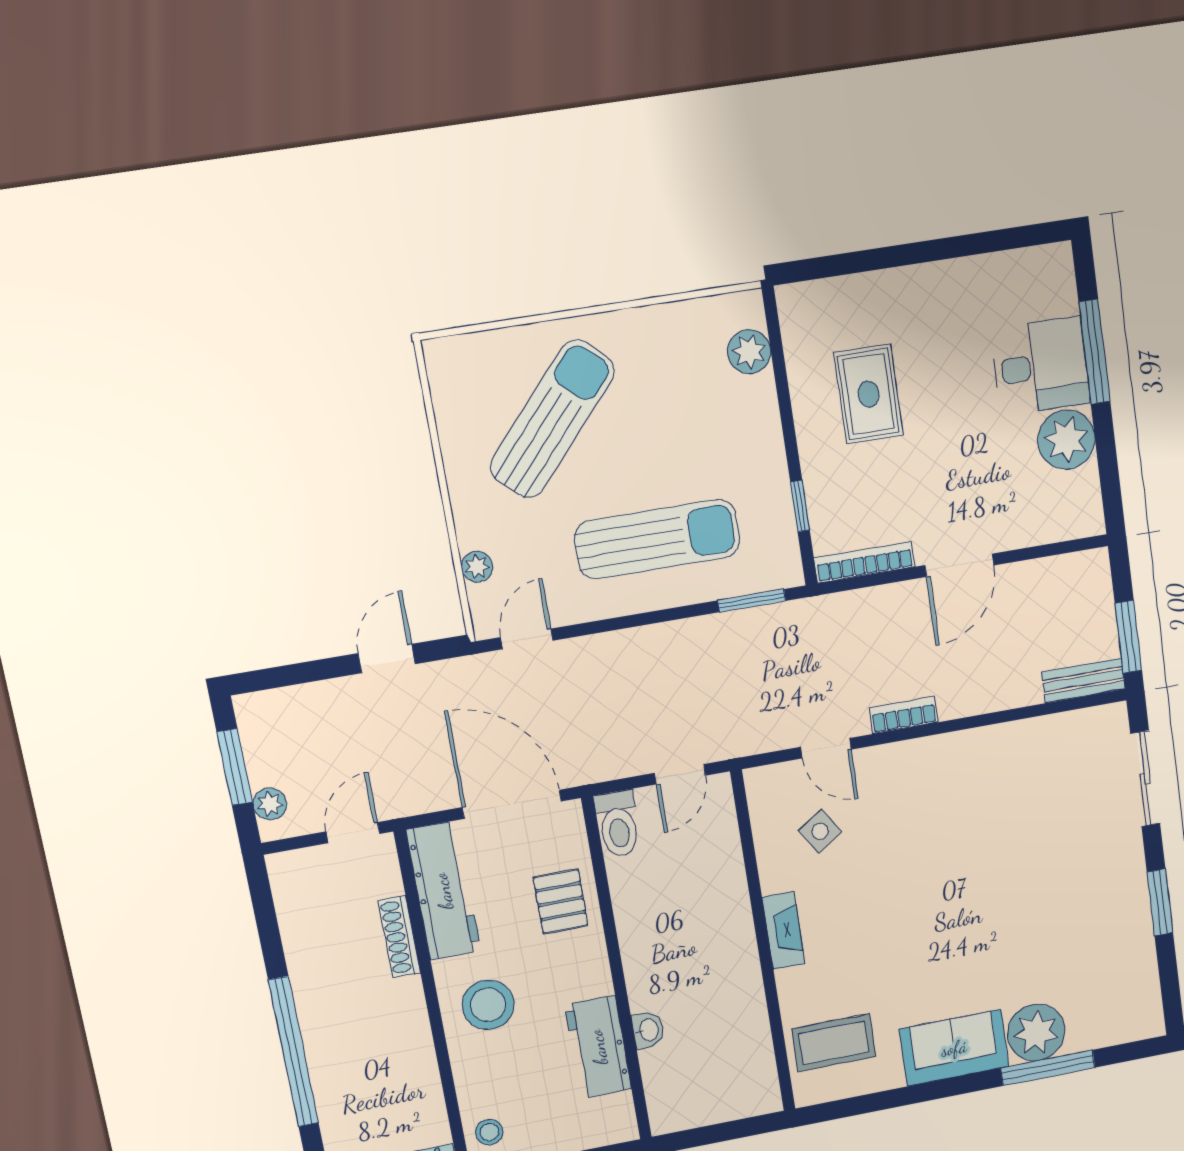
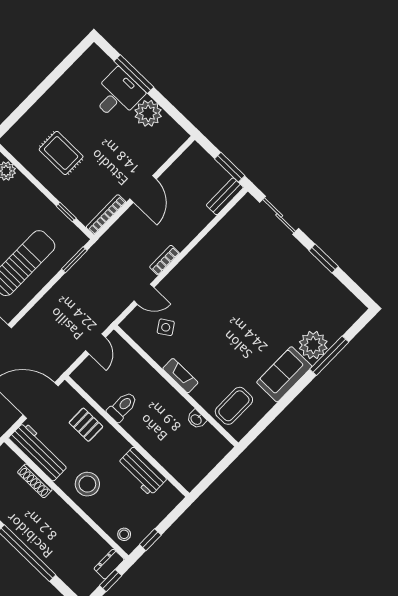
toilet: (618, 824) -> (122, 407), moved, turned -90
washbasin: (648, 1030) -> (196, 419), moved, turned 180

